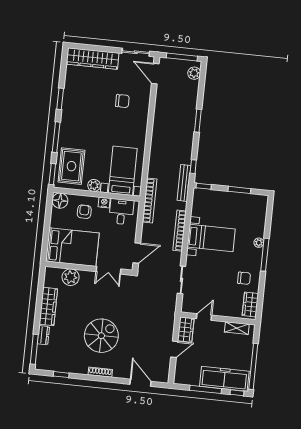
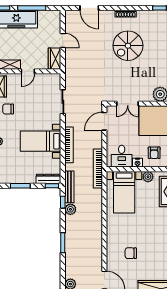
plant: (185, 158) -> (70, 209), added
dresser: (207, 194) -> (48, 179), added
double door: (109, 270) -> (128, 104), swing flipped
door: (204, 317) -> (28, 71), moved
door: (174, 349) -> (63, 40), swing flipped

